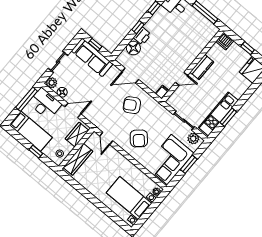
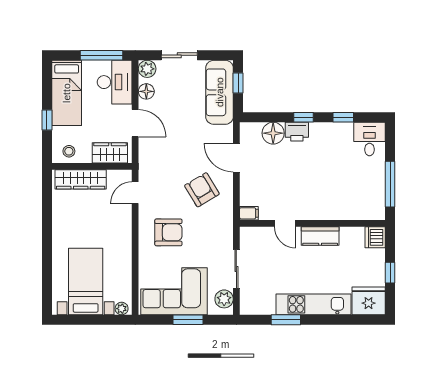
kitchen unit: (218, 114) -> (313, 304), moved
armchair: (139, 138) -> (168, 232), turned -138

